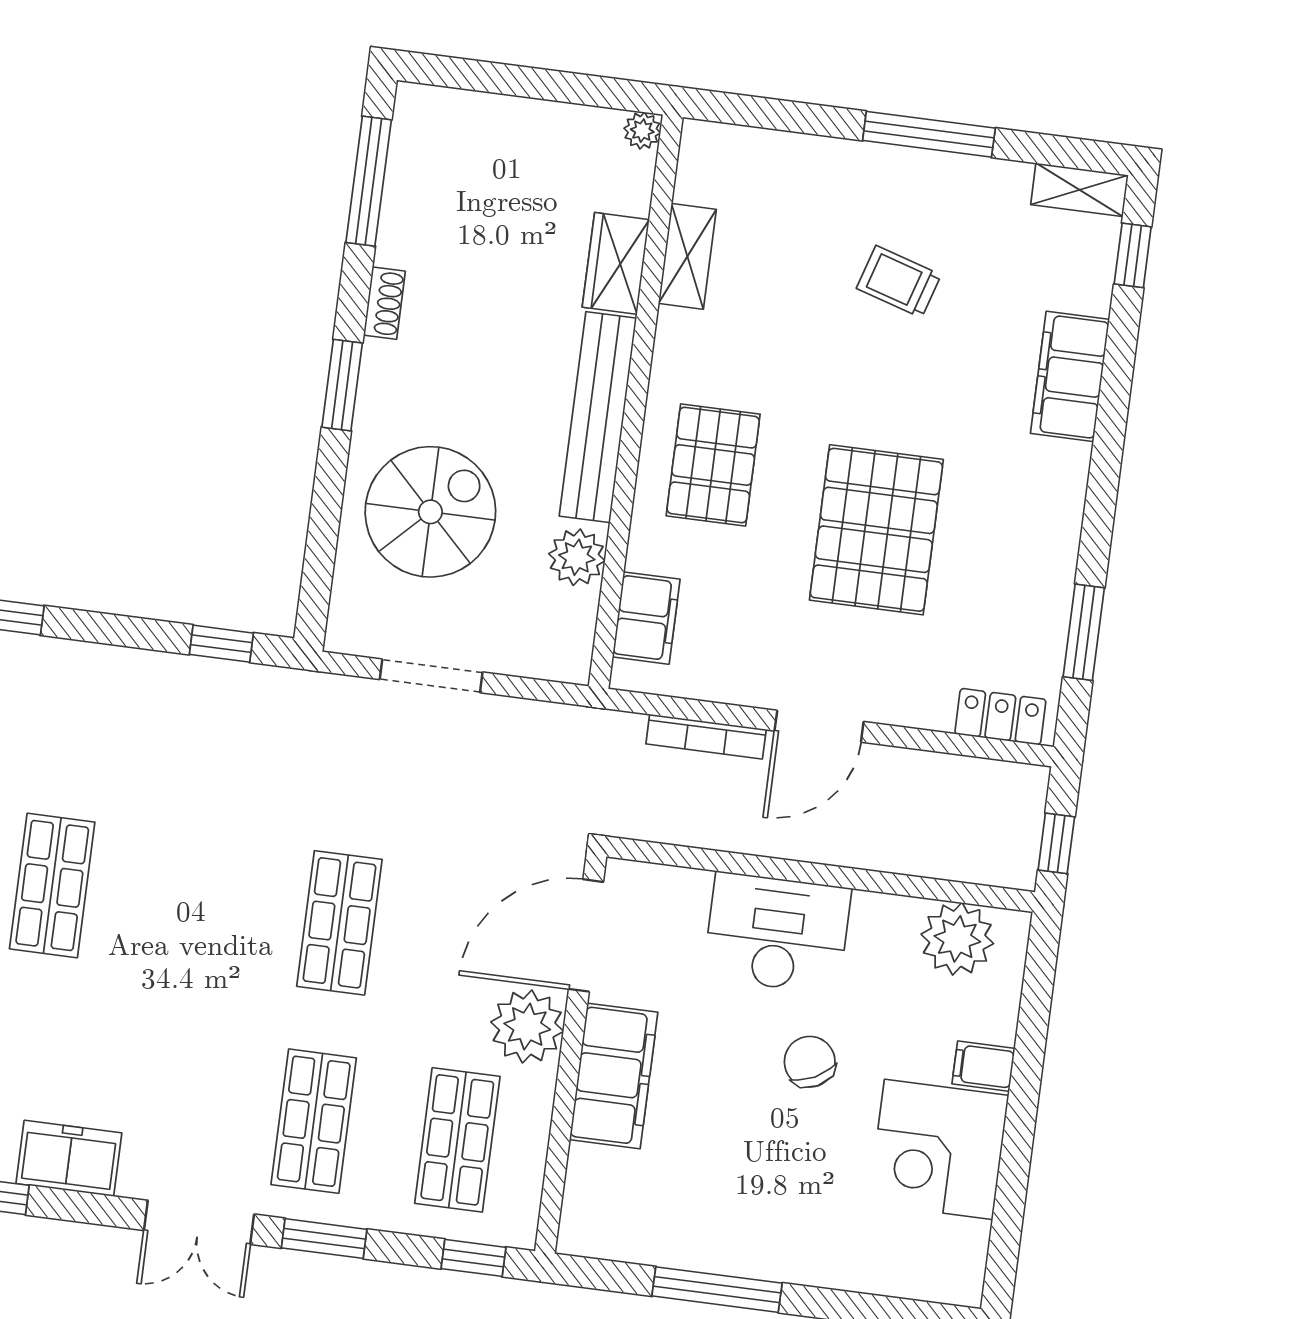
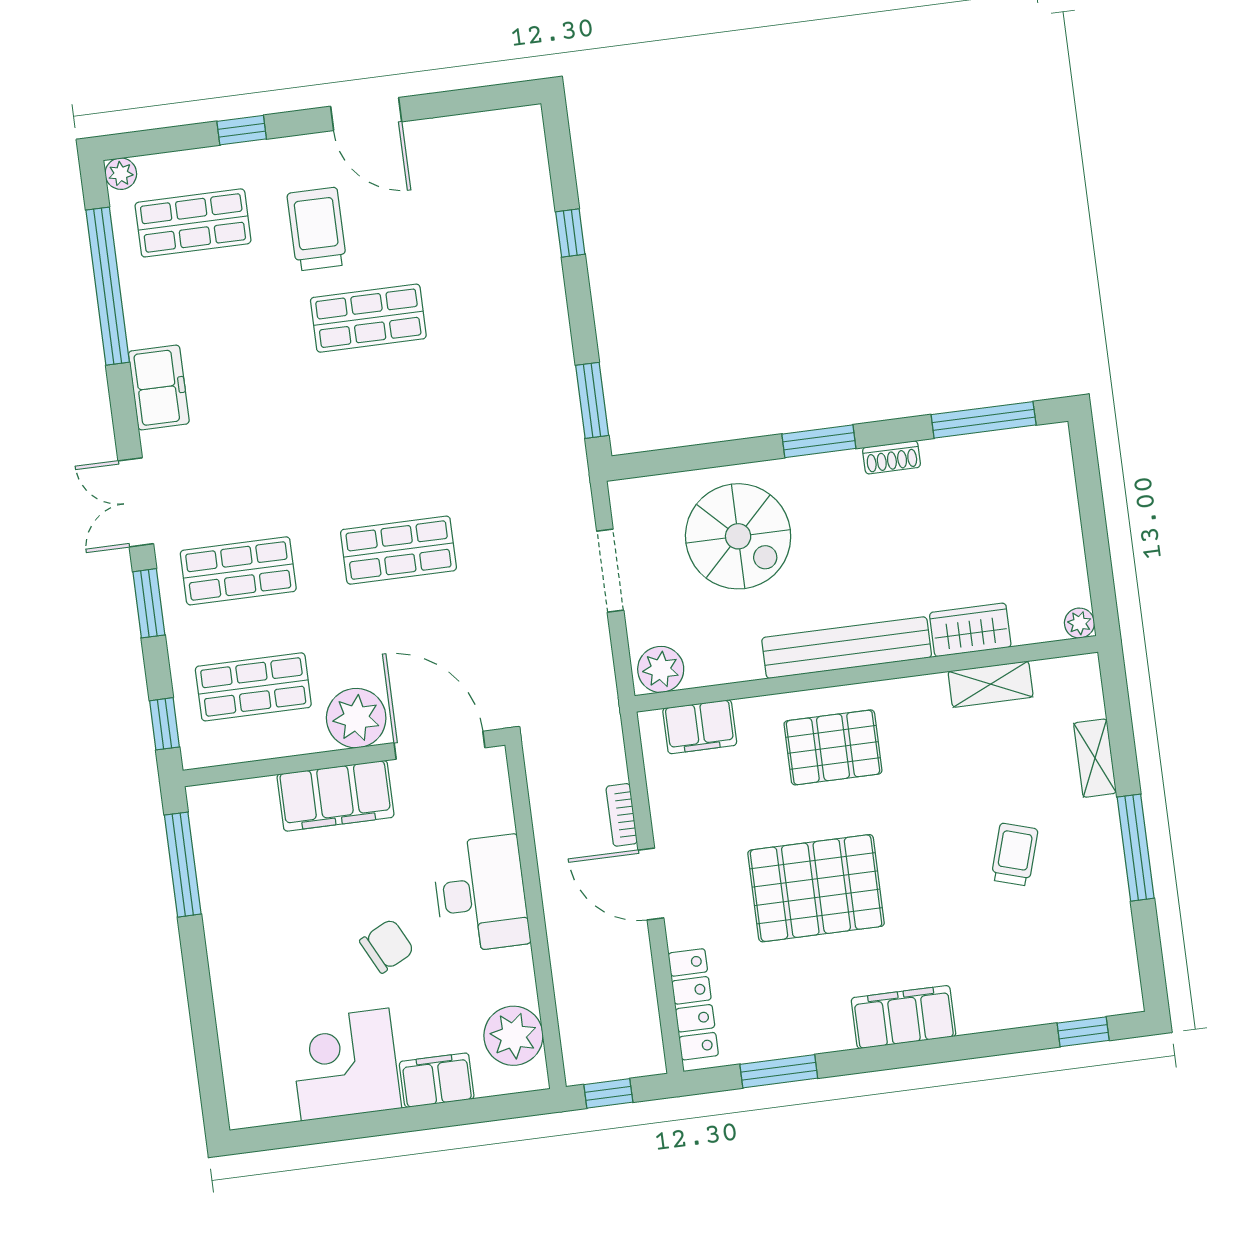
shelving: (1079, 190) -> (1095, 758), moved
filing cabinet: (1070, 376) -> (904, 1017), moved
plant: (577, 557) -> (661, 669), moved
window: (221, 644) -> (592, 400), width x1.50
locker: (1000, 717) -> (693, 1004), width x1.53
bookcase: (706, 737) -> (622, 815), width x0.64
filing cabinet: (983, 1066) -> (437, 1080), width x2.00
window: (717, 1290) -> (183, 865), moved

